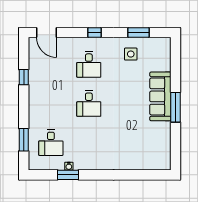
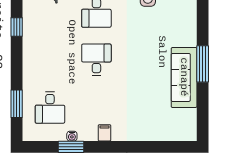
sofa: (160, 96) -> (184, 77), moved
desk: (89, 104) -> (96, 60), turned 180
filing cabinet: (95, 163) -> (105, 133), added

